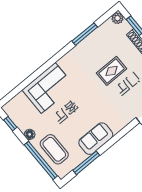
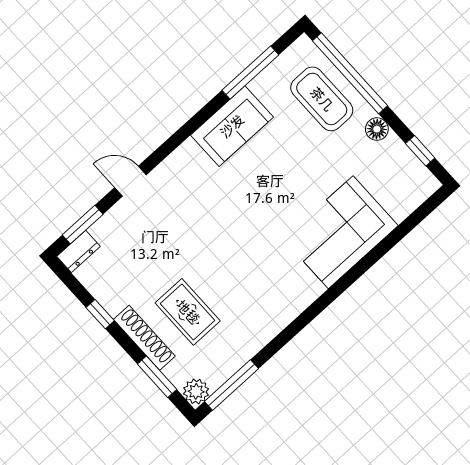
window: (85, 34) -> (232, 385), moved
rug: (112, 71) -> (188, 312), moved, turned 90

